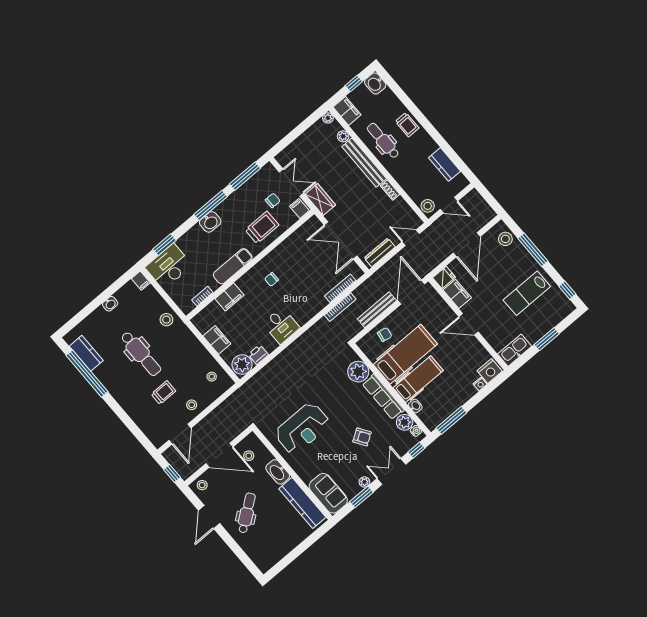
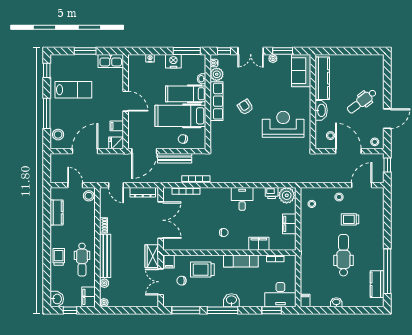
filing cabinet: (457, 294) -> (117, 126), width x0.50
stool: (166, 320) -> (310, 263), removed
nightstand: (490, 371) -> (173, 61), moved
plant: (358, 372) -> (219, 130), removed
armchair: (362, 437) -> (245, 107), moved

